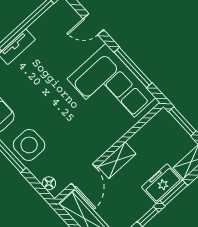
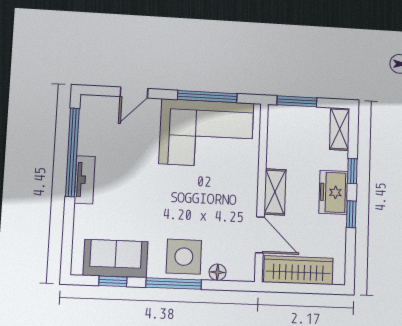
floor lamp: (49, 183) -> (218, 272), moved
freezer: (162, 184) -> (334, 192), moved
window: (174, 193) -> (352, 171), width x0.67

